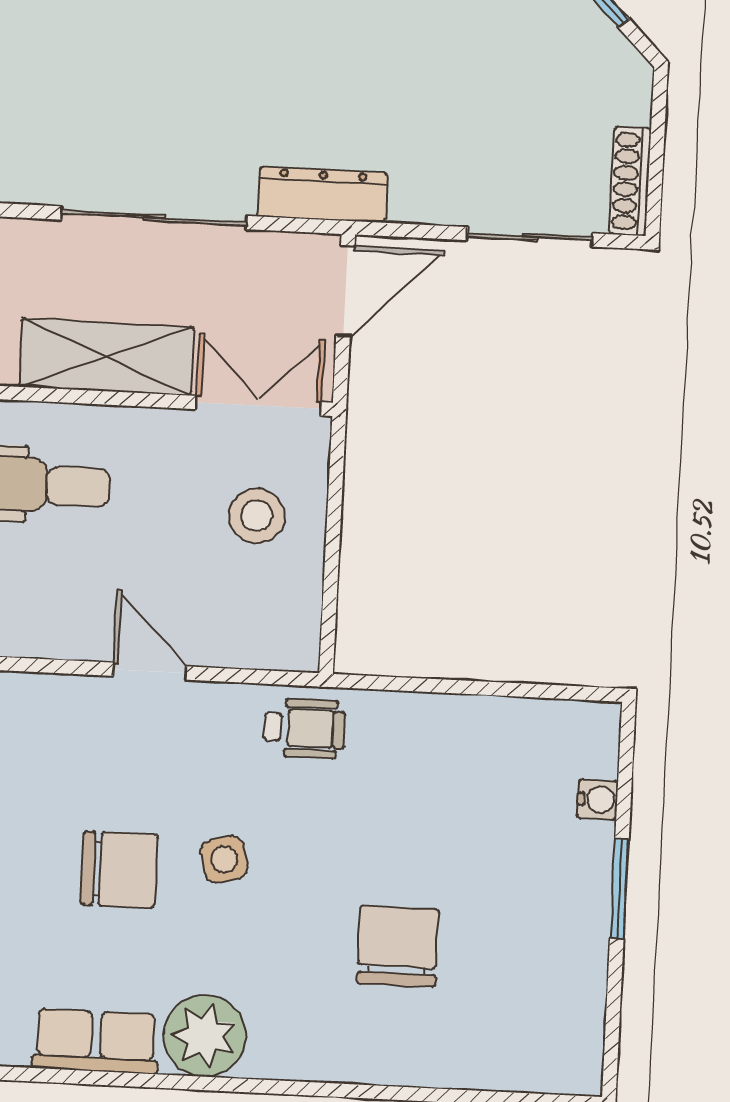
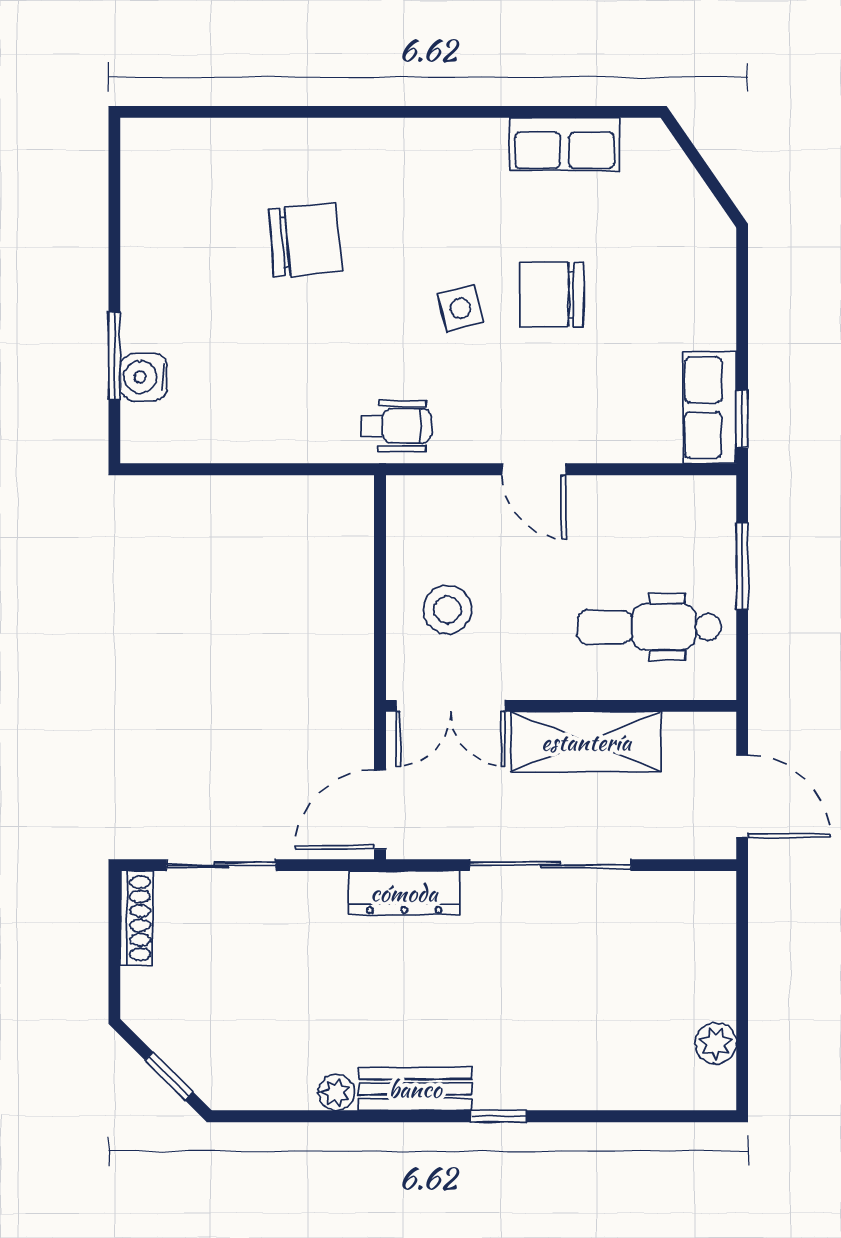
wheelchair: (304, 728) -> (396, 426), turned 180
water cooler: (598, 799) -> (144, 377), width x1.38, depth x1.38
window: (619, 889) -> (114, 356), moved
chair: (398, 946) -> (305, 240), turned -95
plant: (205, 1036) -> (470, 154), removed

